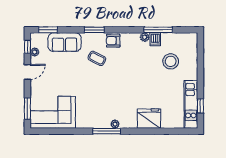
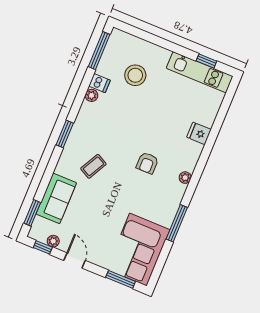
window: (94, 30) -> (65, 134), moved
window: (158, 30) -> (99, 51), moved
armchair: (113, 41) -> (147, 163), moved
fridge: (149, 119) -> (199, 133), width x0.53, depth x0.75
window: (107, 131) -> (177, 223), moved

